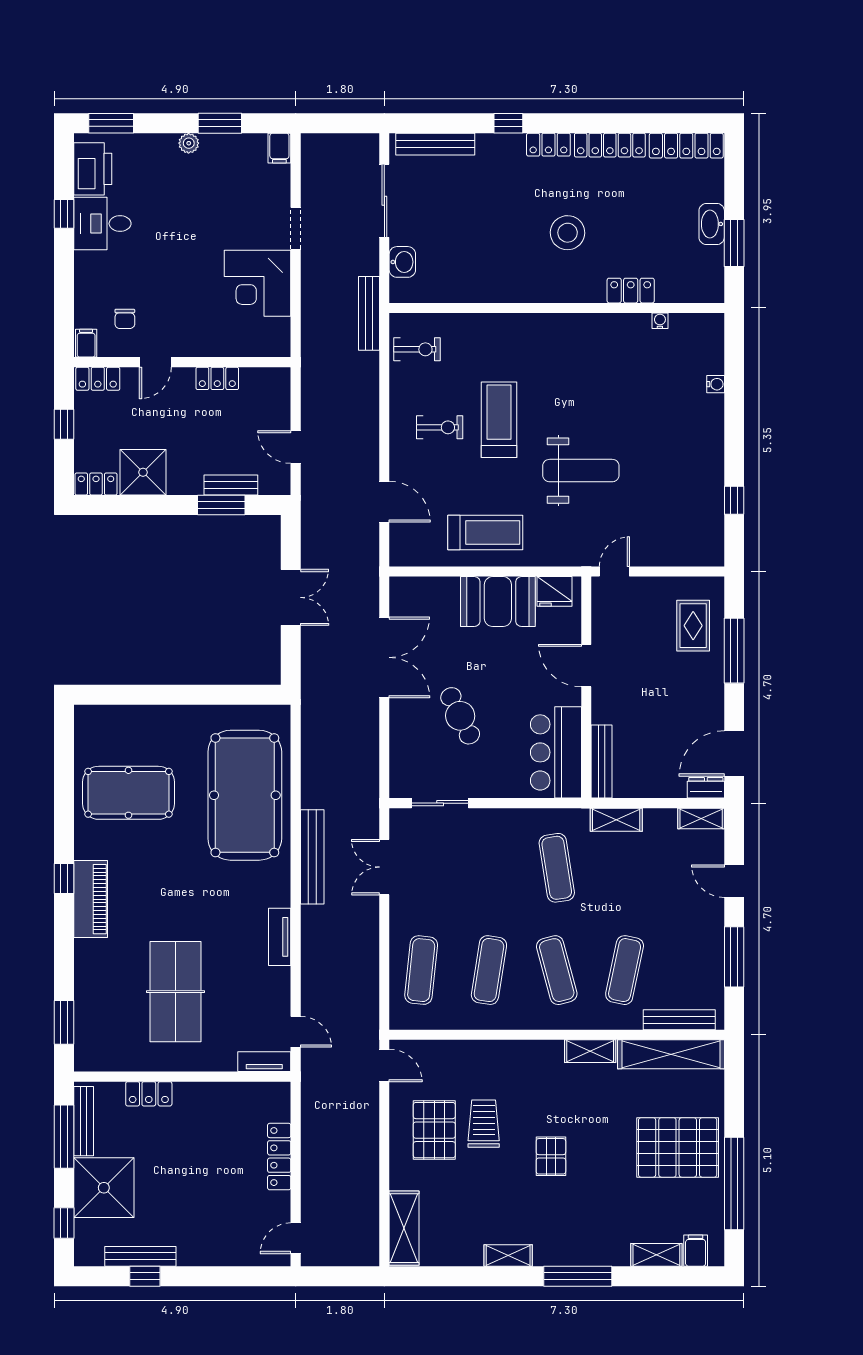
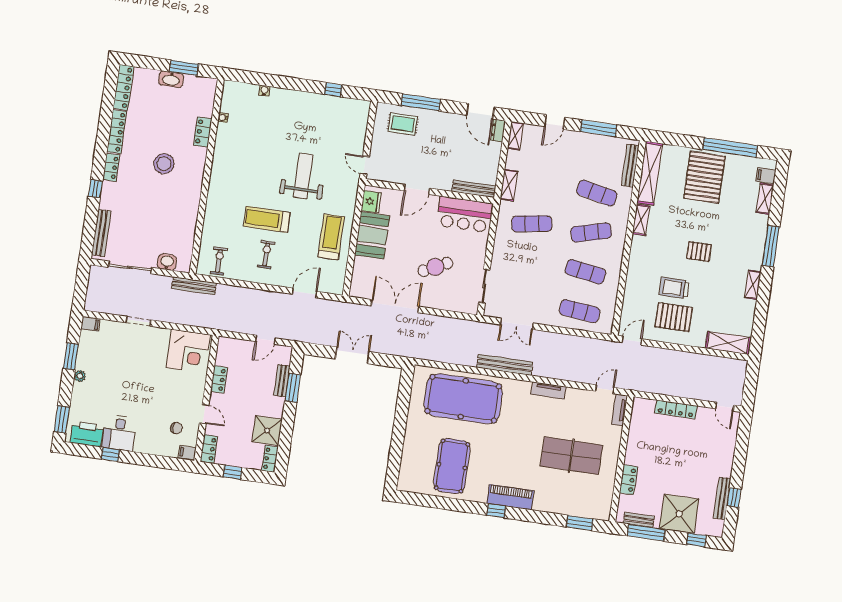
corner desk: (257, 283) -> (188, 351), moved
bench: (84, 1121) -> (639, 520), width x0.73

